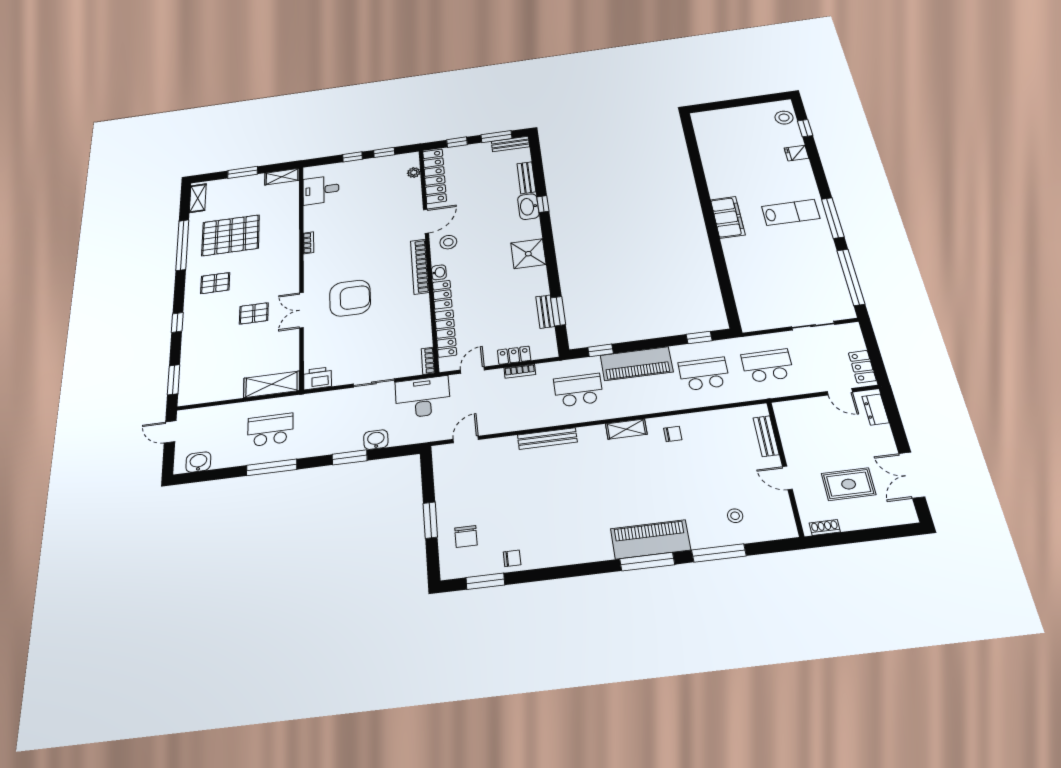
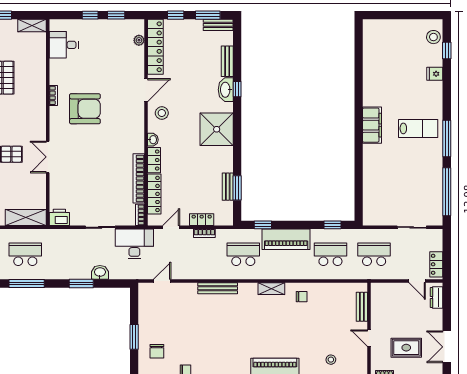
shower: (528, 254) -> (217, 129), width x1.37, depth x1.37
bookcase: (420, 266) -> (139, 178), moved
armchair: (350, 298) -> (85, 109), moved

